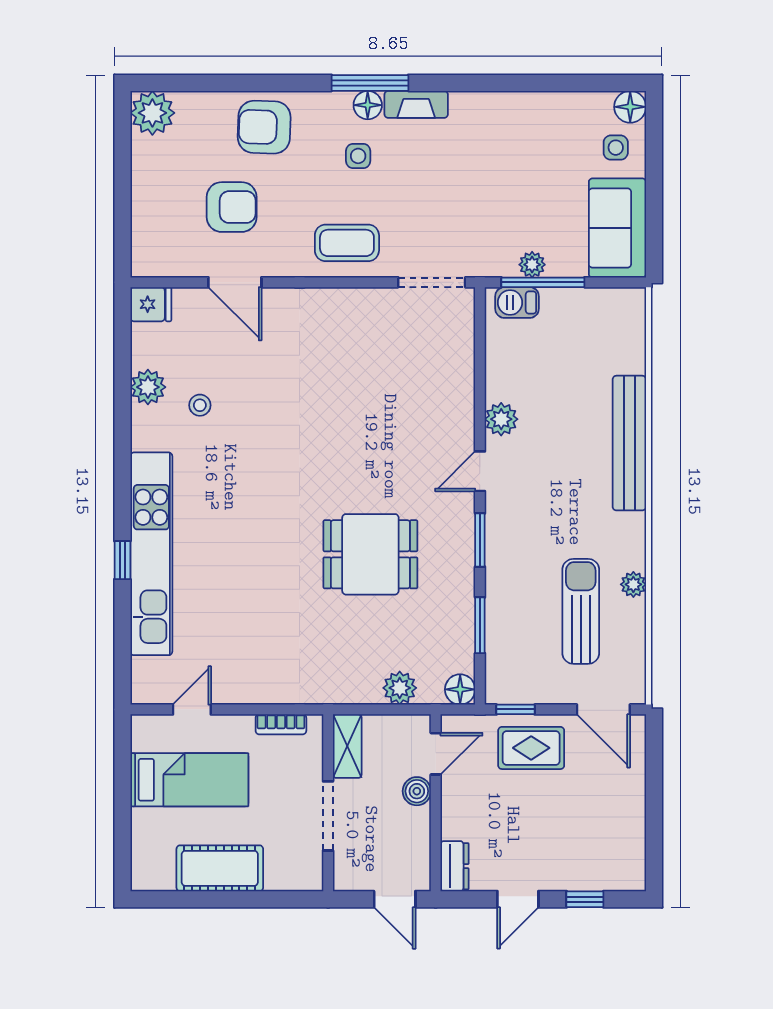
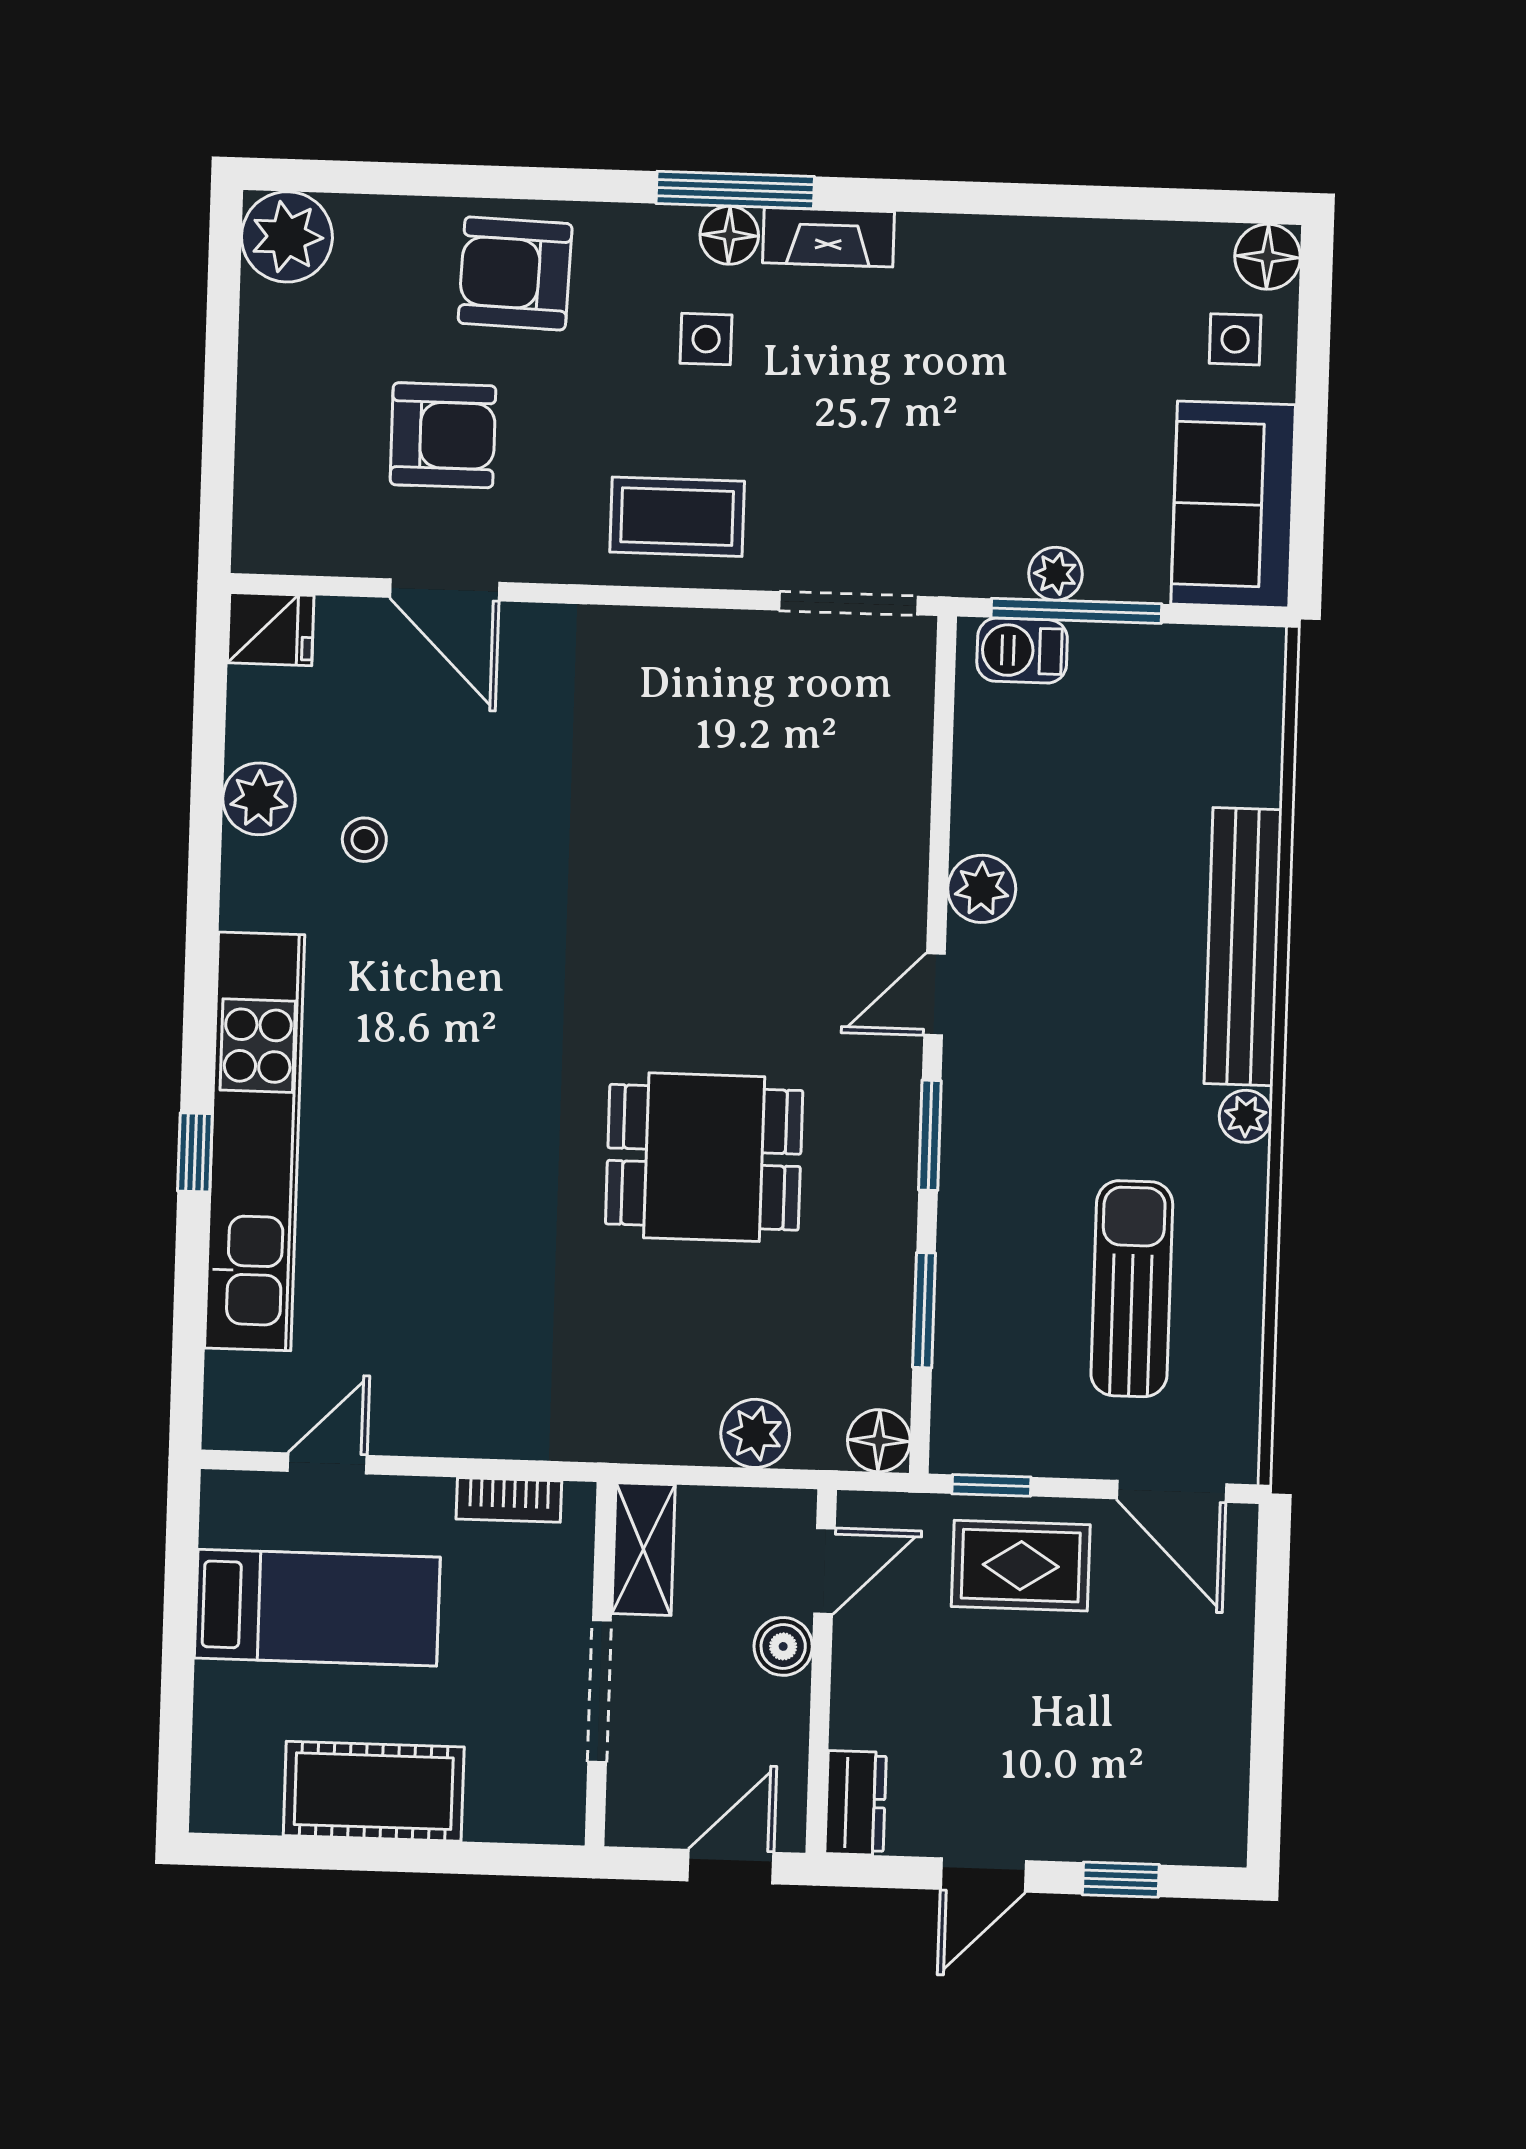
plant: (633, 584) -> (1246, 1116), moved
door: (395, 899) -> (730, 1867), swing flipped

